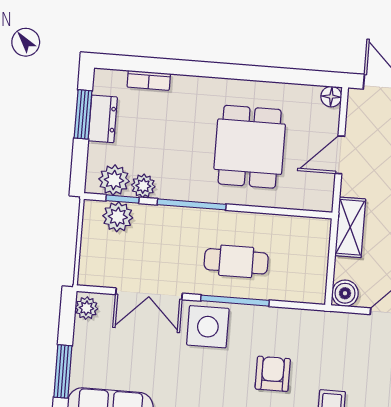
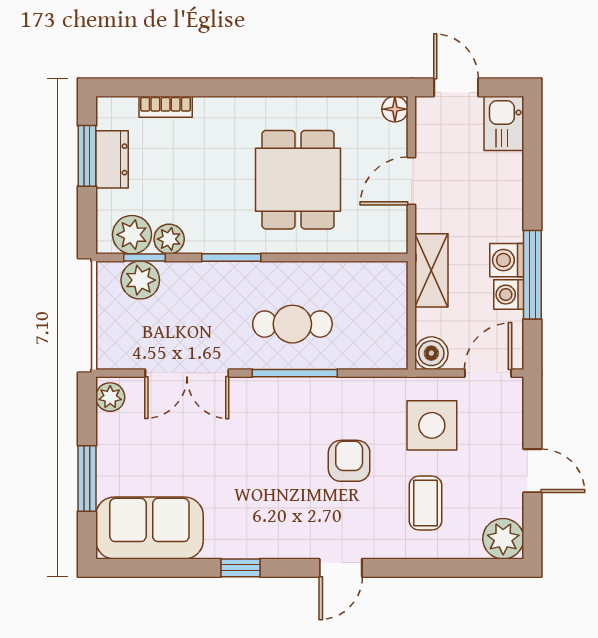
window: (192, 204) -> (231, 258), width x0.69
side table: (208, 327) -> (432, 425), moved

